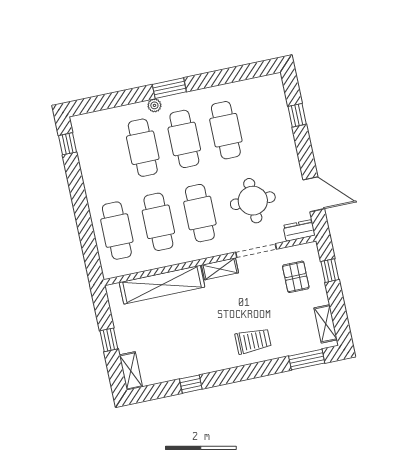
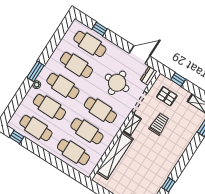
cafe table: (267, 121) -> (90, 44), added
cafe table: (101, 156) -> (36, 128), added
trolley: (253, 341) -> (159, 124), moved

